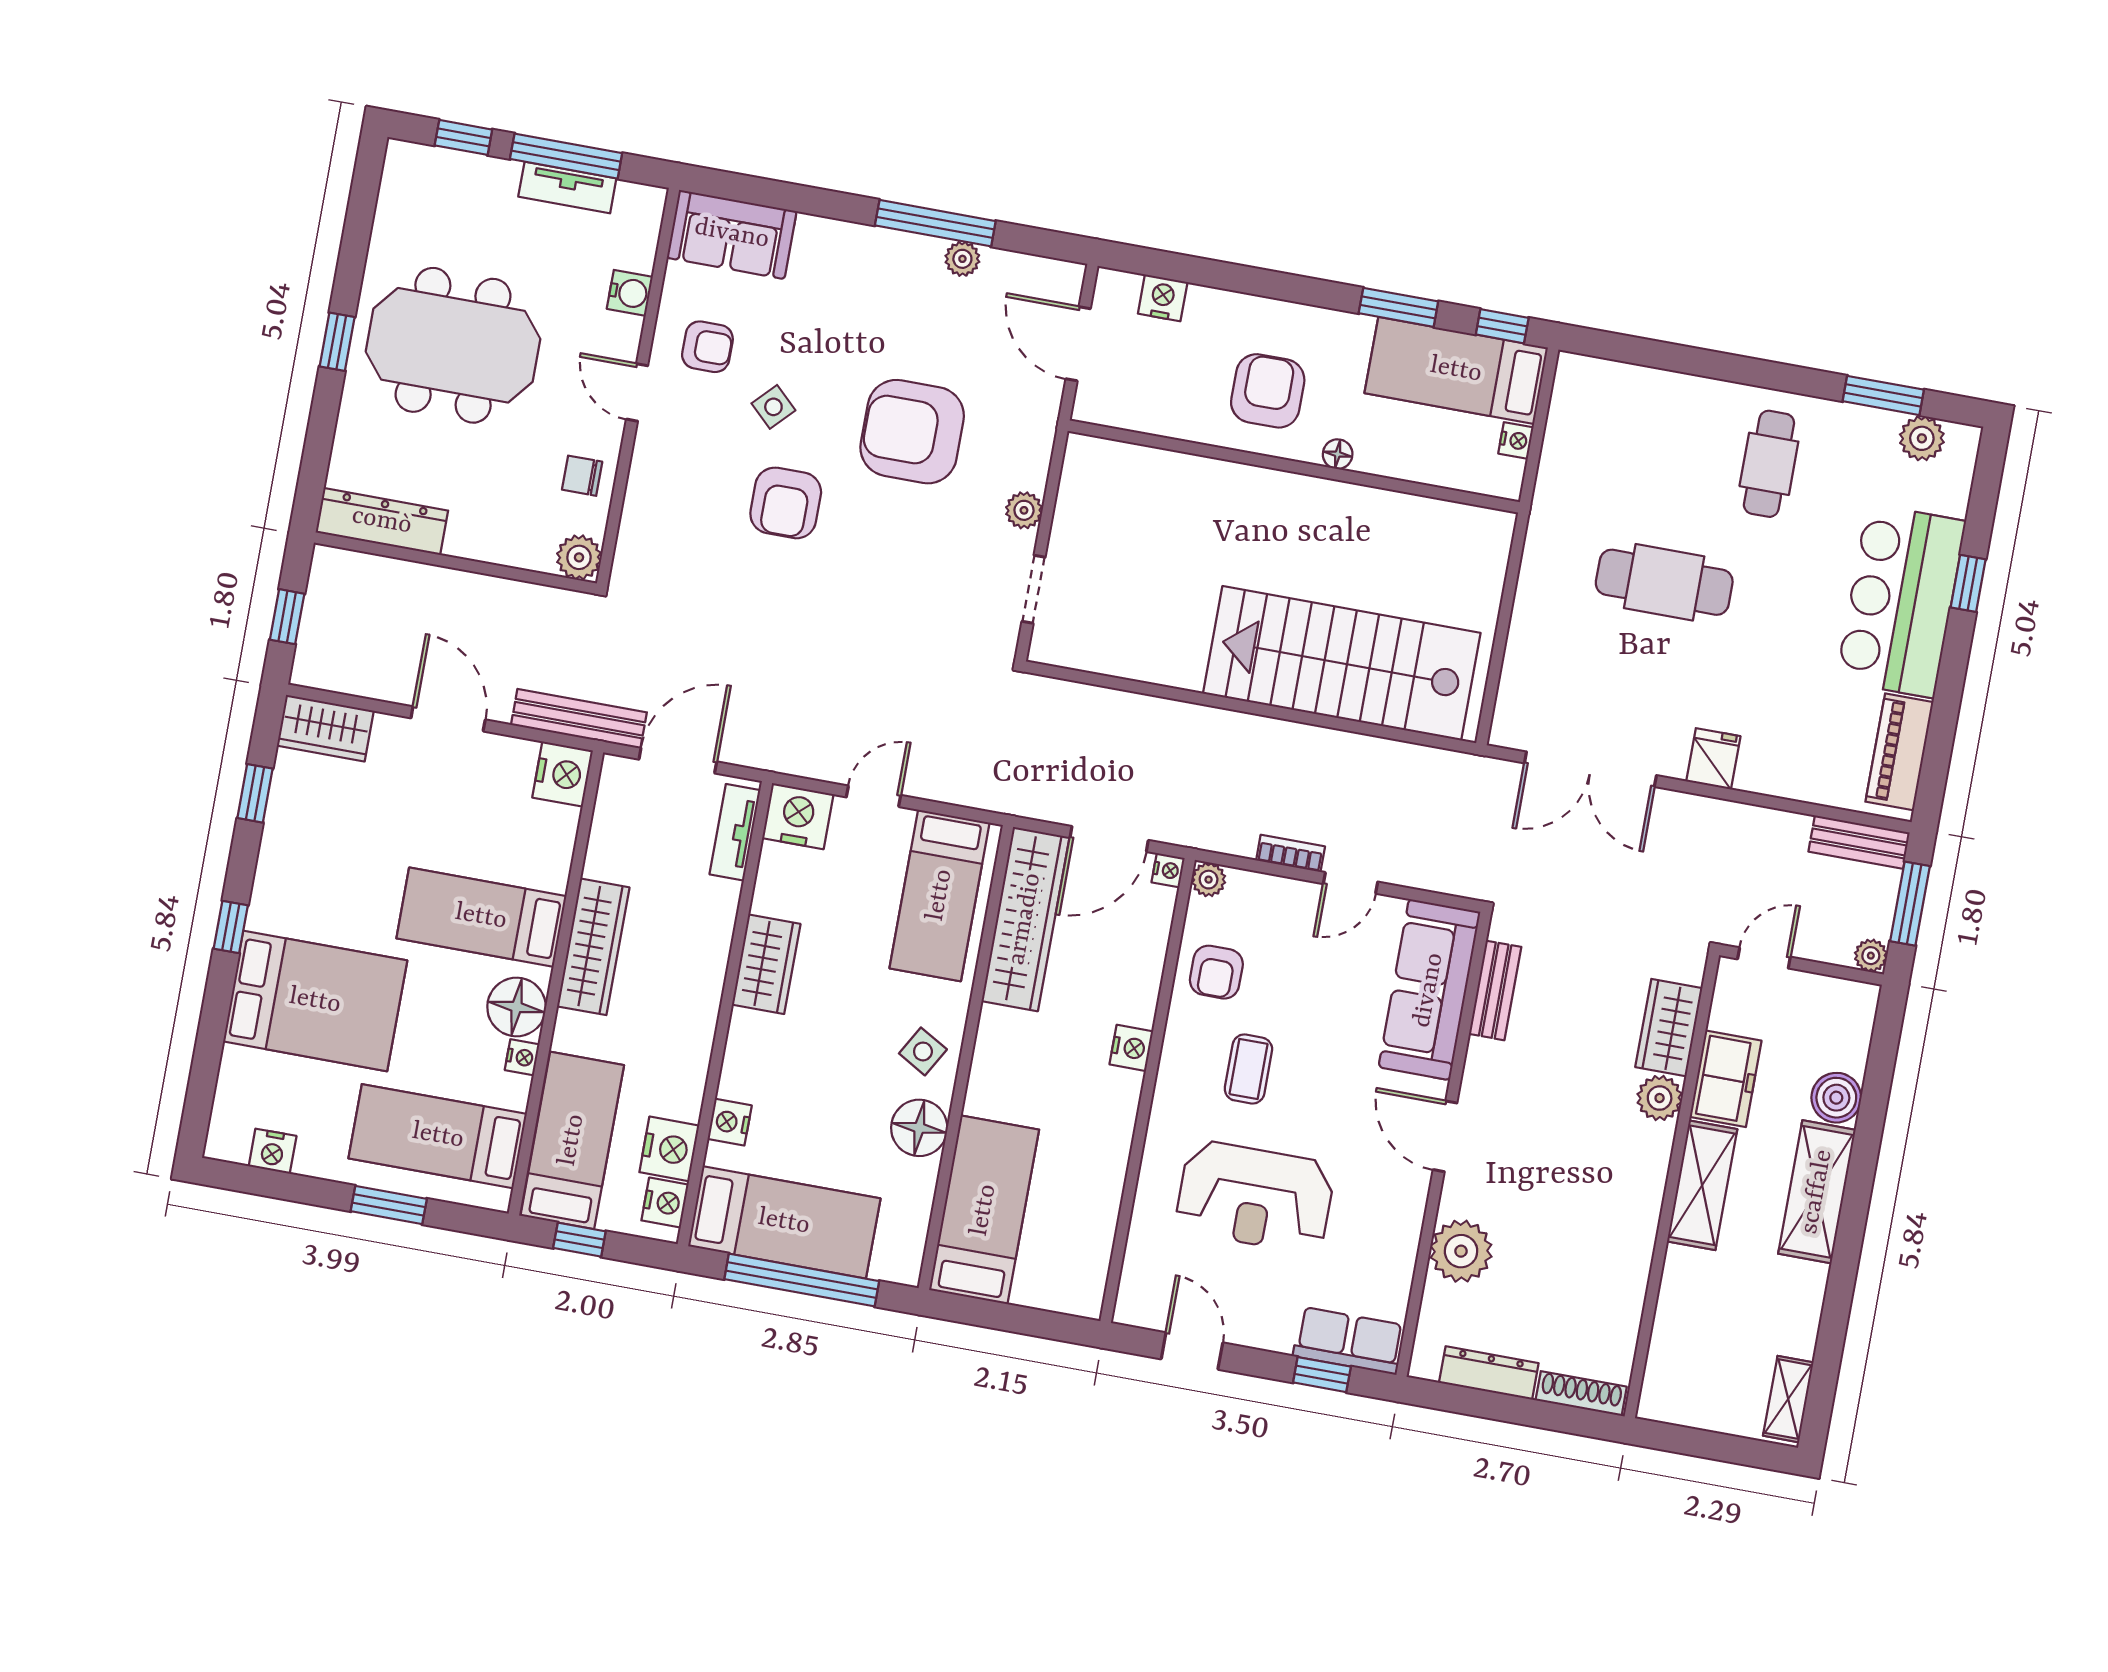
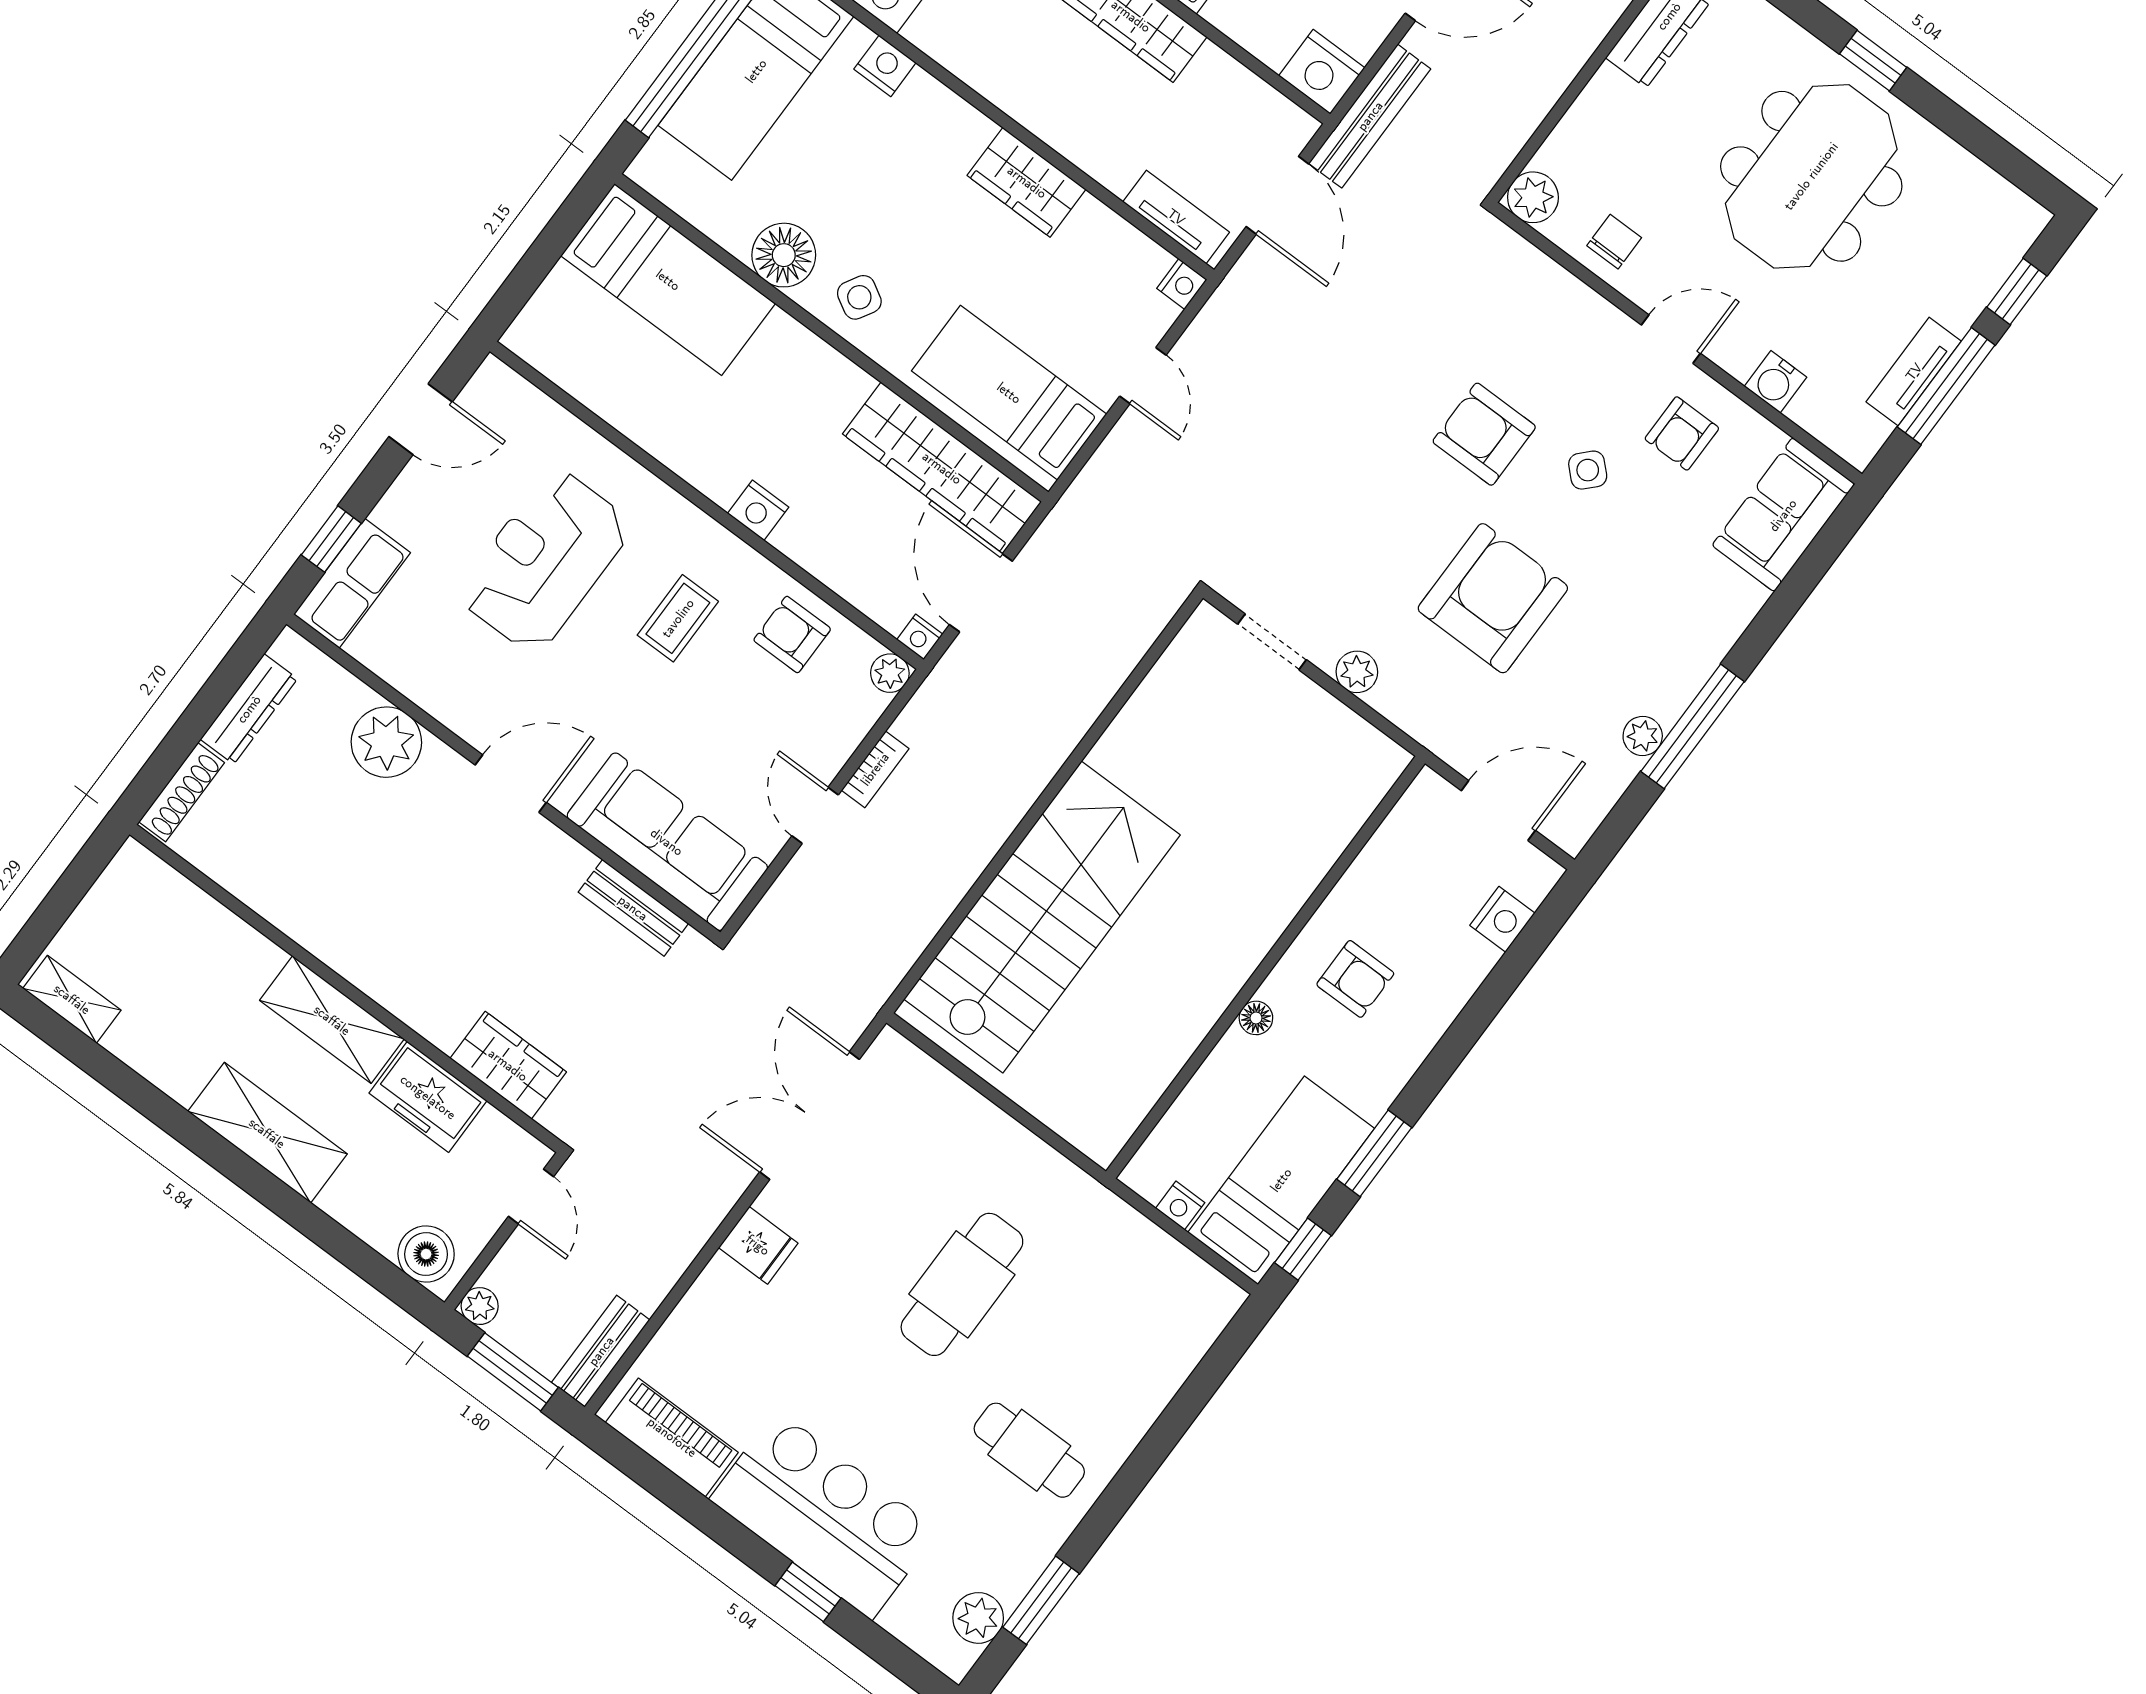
armchair: (1268, 391) -> (1355, 979), width x0.72, depth x0.72
nightstand: (798, 816) -> (1182, 284), width x0.53, depth x0.56
coffee table: (1248, 1069) -> (678, 618), turned 90
plant: (1660, 1098) -> (442, 1020), removed
boiler: (1836, 1098) -> (426, 1254), moved

